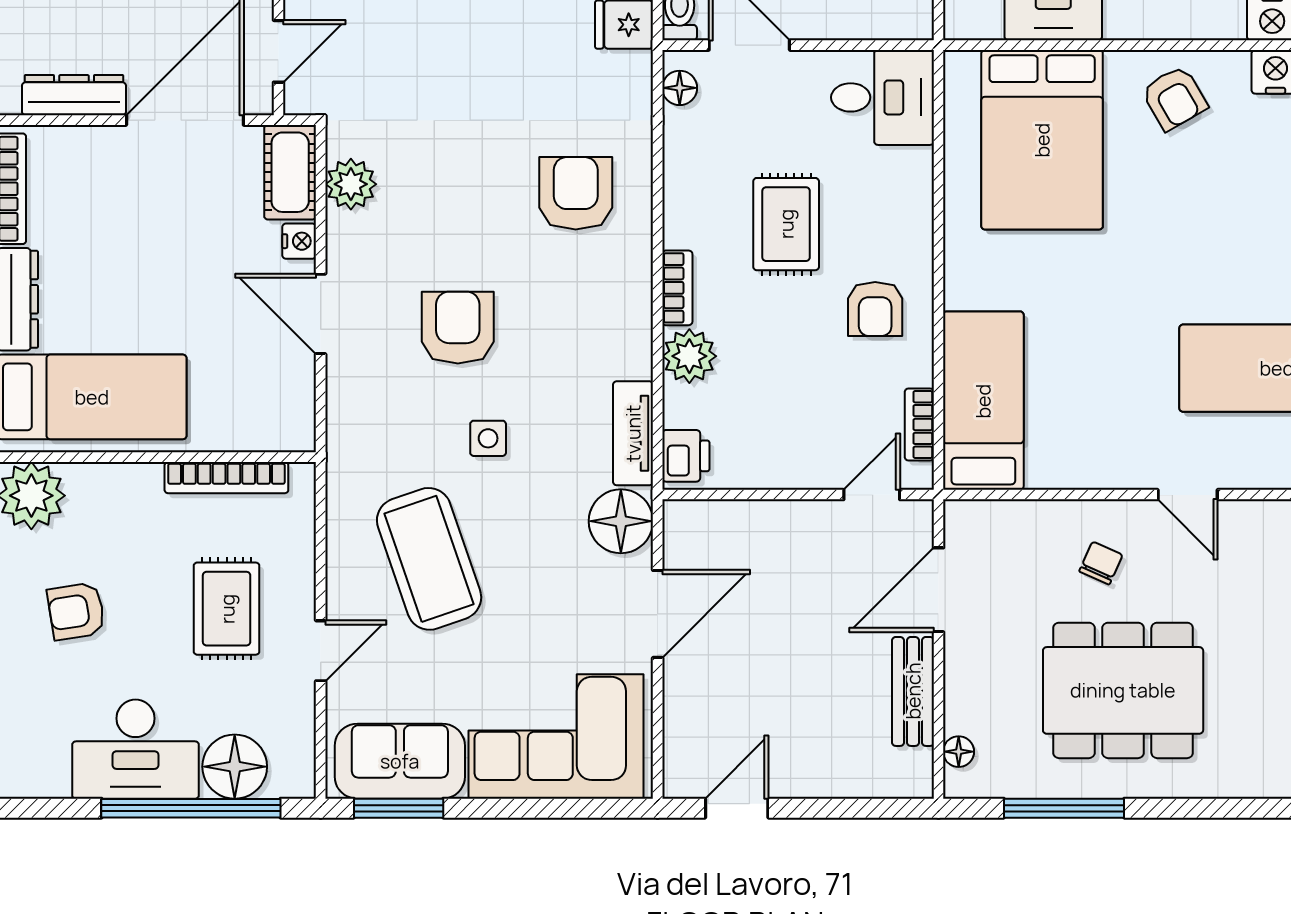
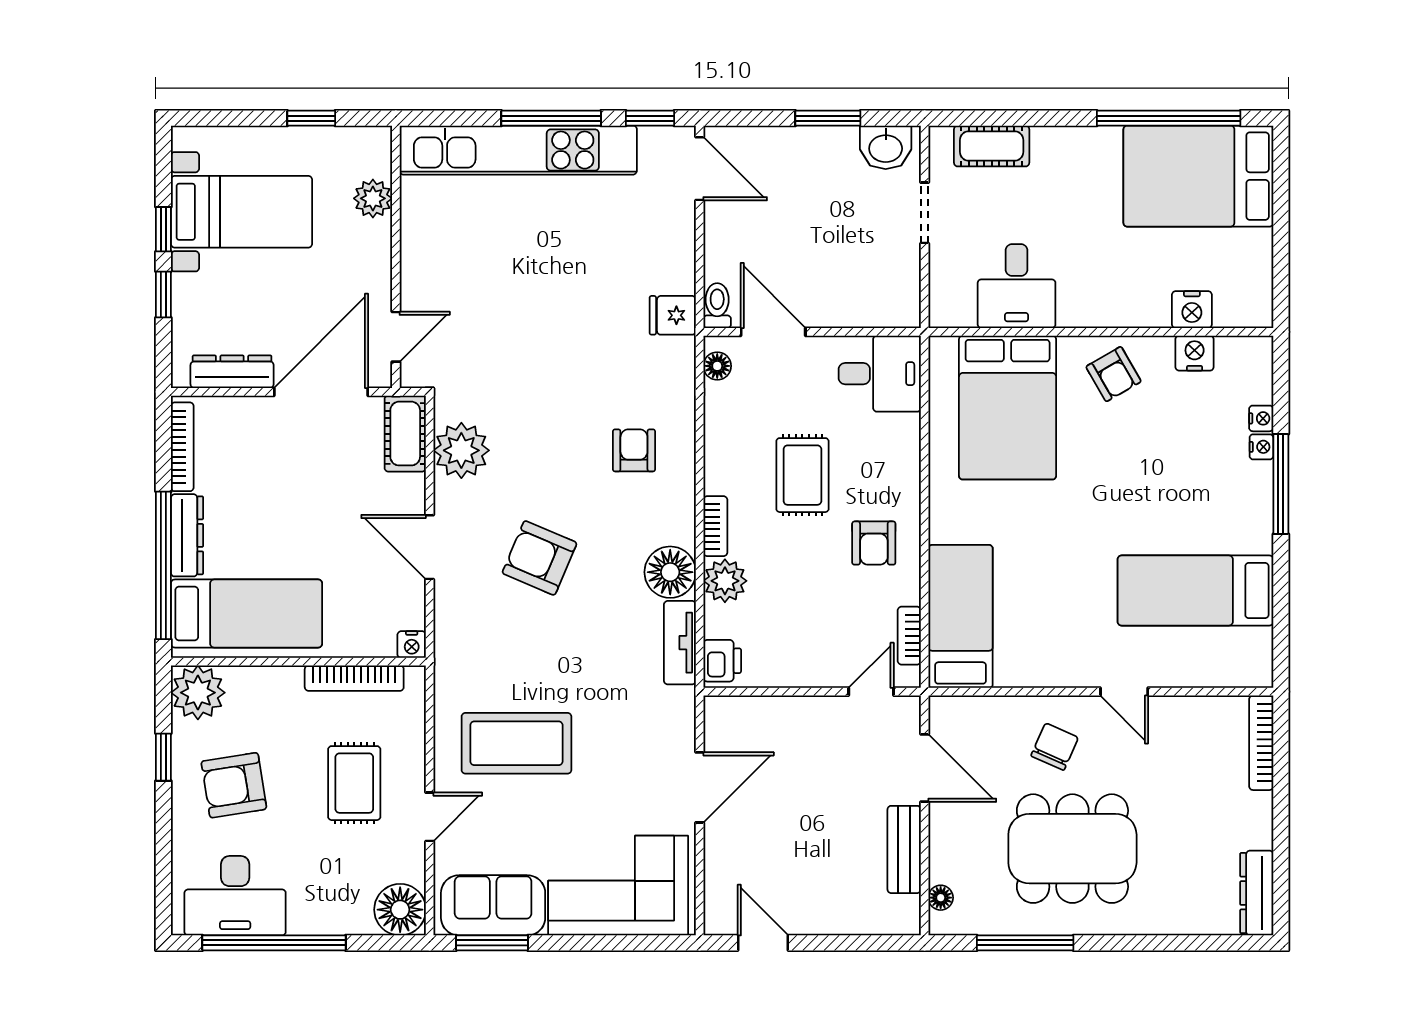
plant: (351, 184) -> (461, 450), width x1.36, depth x1.36
armchair: (576, 193) -> (634, 450), width x0.72, depth x0.72
nightstand: (299, 241) -> (412, 645), moved, turned 90
armchair: (458, 328) -> (539, 558), turned -67
side table: (488, 438) -> (564, 647), removed
floor lamp: (621, 521) -> (670, 572), moved
coffee table: (429, 559) -> (516, 743), turned -71
chair: (1101, 563) -> (1055, 747), width x1.37, depth x1.37
door: (938, 590) -> (925, 768), swing flipped
armchair: (76, 611) -> (234, 785), width x1.38, depth x1.38
desk: (136, 749) -> (235, 896), moved
floor lamp: (235, 767) -> (400, 910), moved
window: (191, 808) -> (274, 943), moved
door: (737, 808) -> (763, 943), hinge flipped

